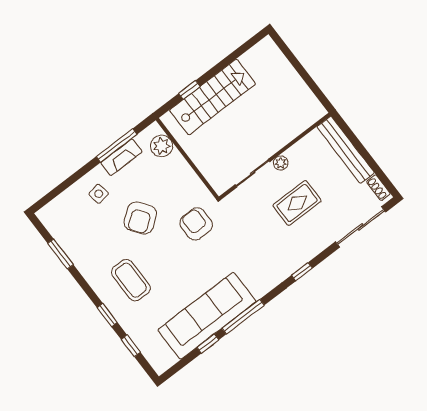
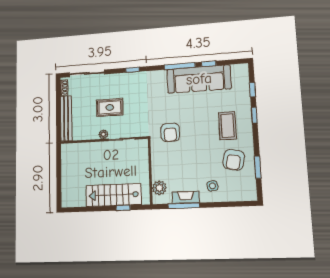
armchair: (140, 218) -> (234, 160), moved, turned 138

